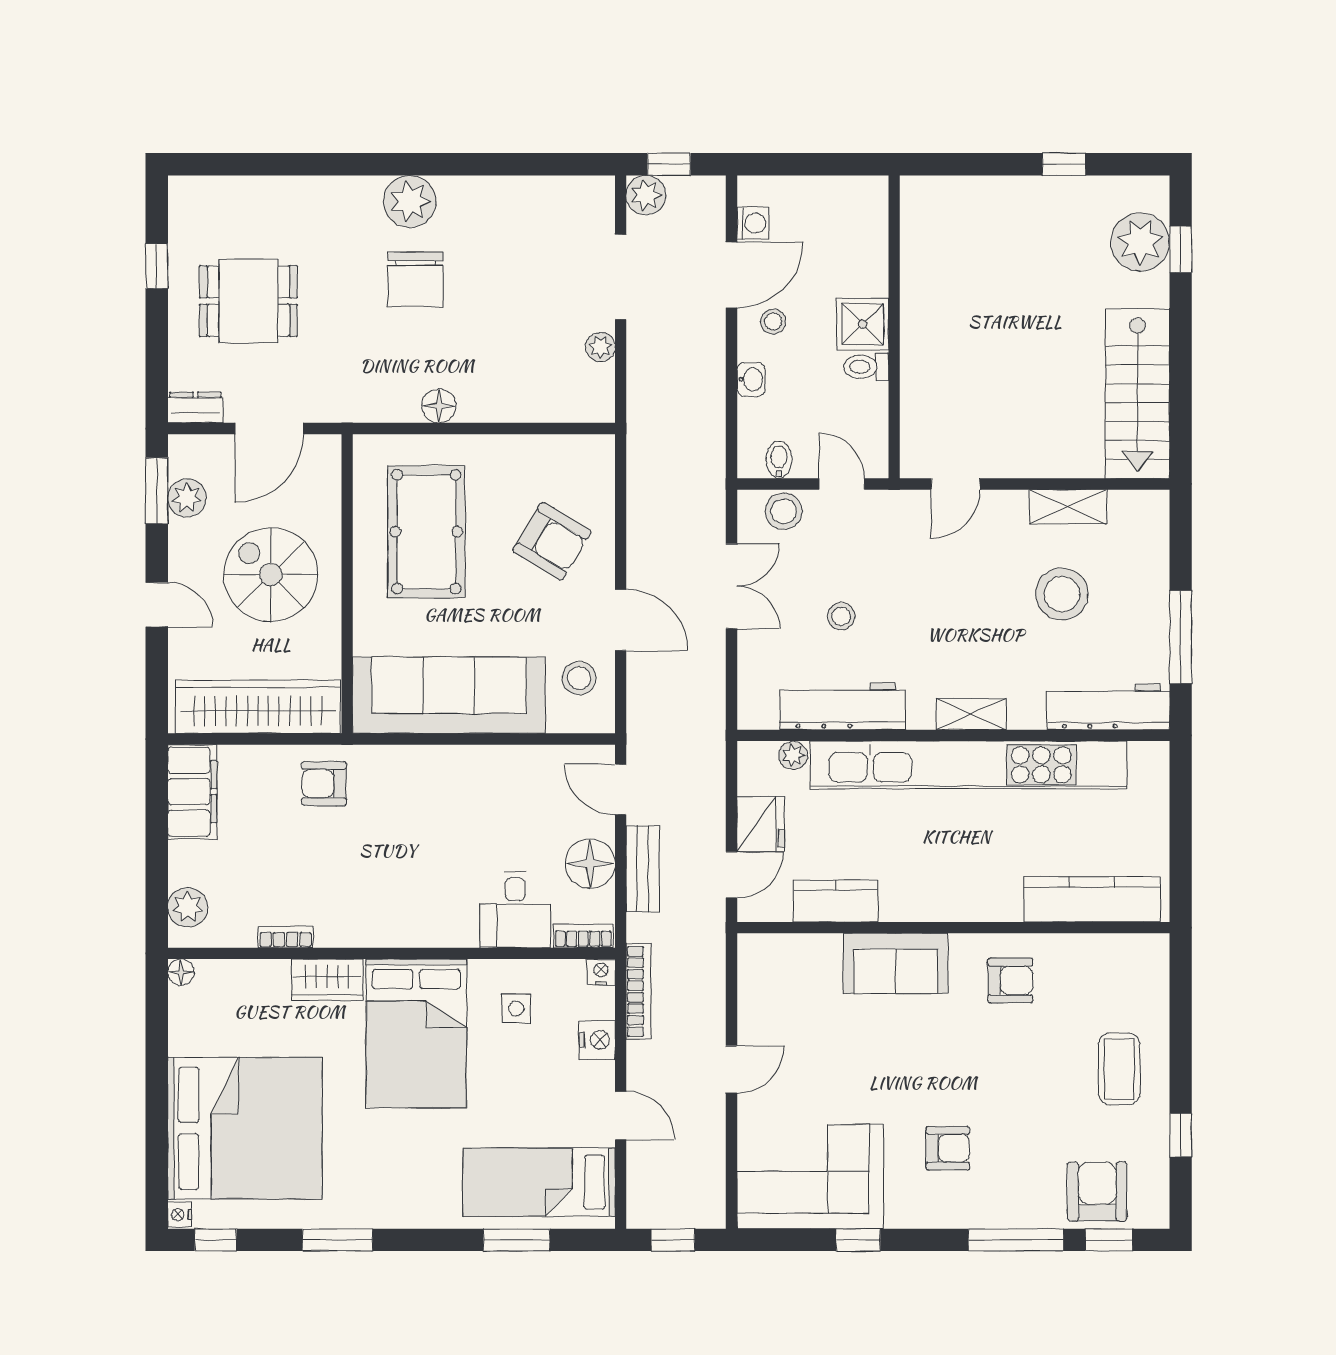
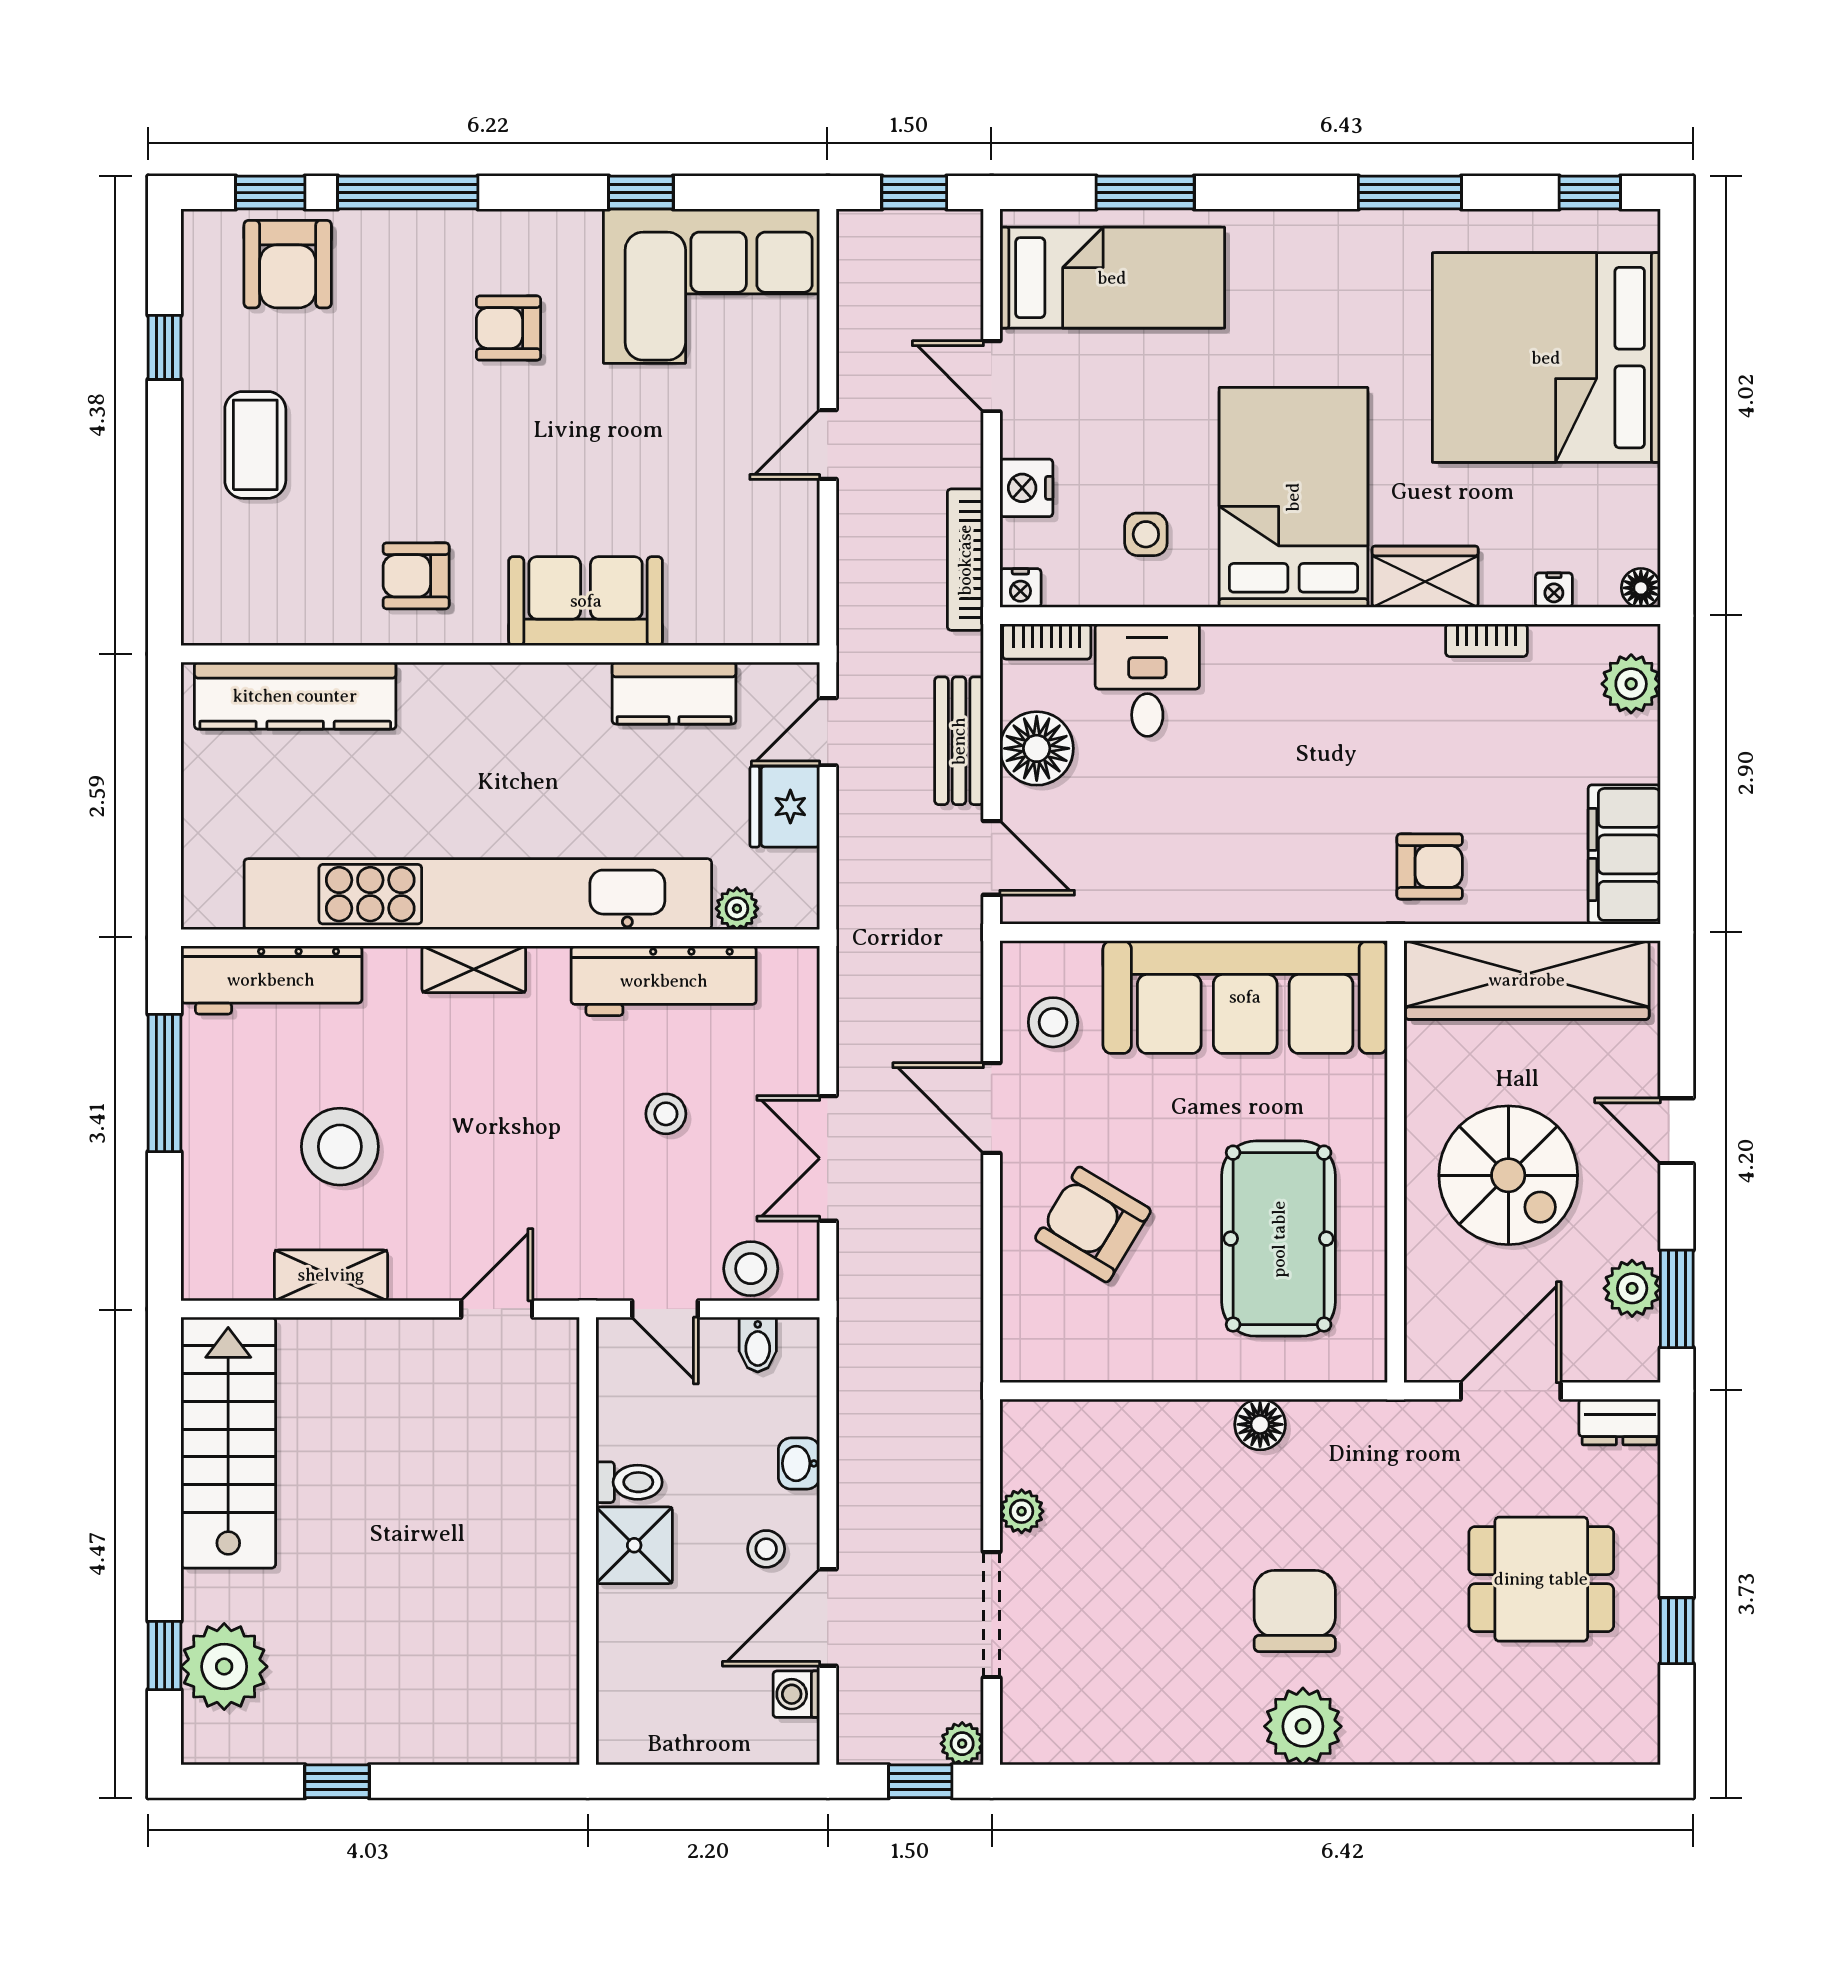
plant: (646, 195) -> (962, 1744), width x0.73, depth x0.73
nightstand: (180, 1215) -> (1554, 590), moved, turned 90

